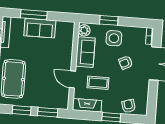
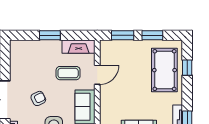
door: (73, 79) -> (97, 75), hinge flipped
armchair: (129, 106) -> (31, 49), removed

